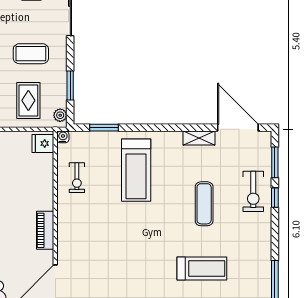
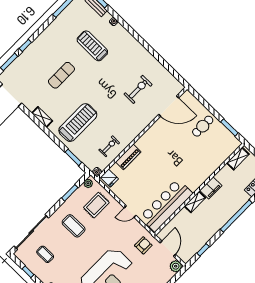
shelving: (199, 138) -> (42, 117), moved
exercise bike: (253, 191) -> (138, 89), moved
piano: (45, 230) -> (128, 157), moved

